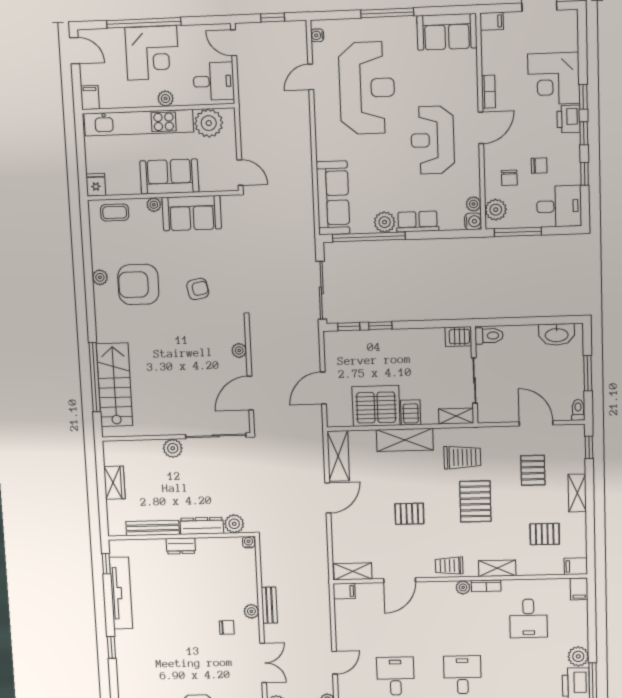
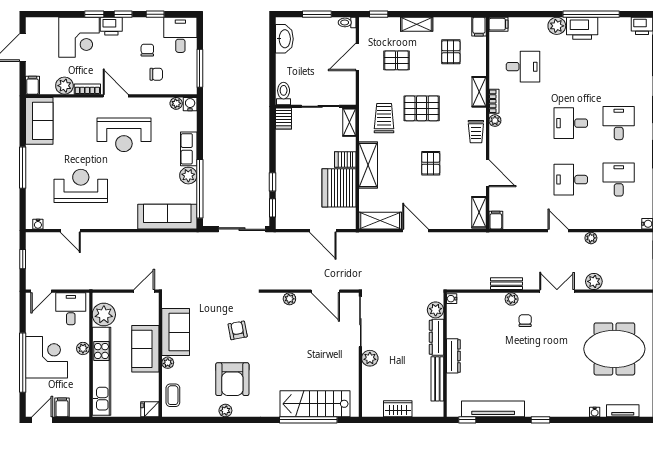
reception desk: (367, 88) -> (81, 186), width x0.74, depth x0.77
filing cabinet: (90, 97) -> (62, 407), moved, turned 90
plant: (496, 210) -> (64, 86), moved
dresser: (181, 546) -> (453, 356), width x1.44

